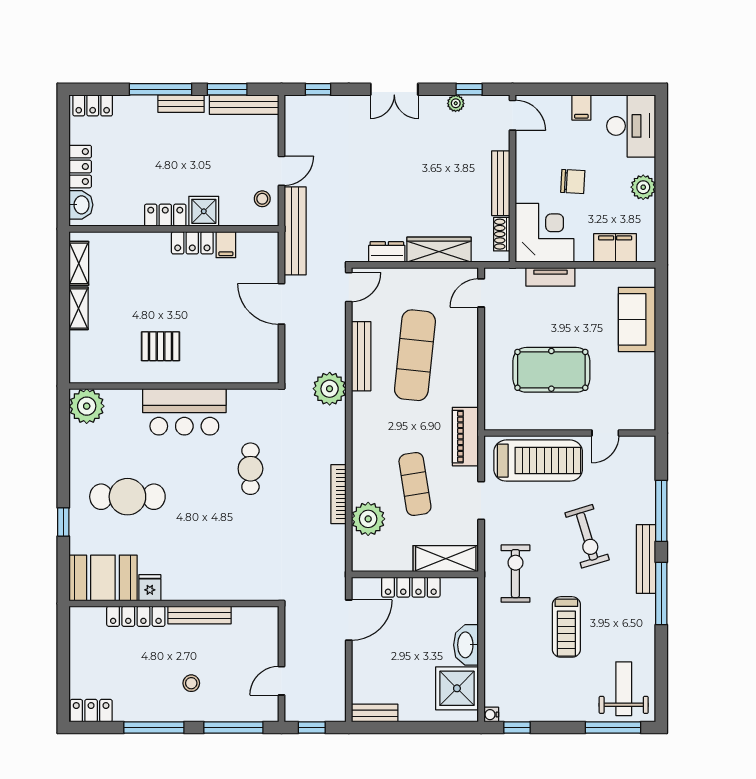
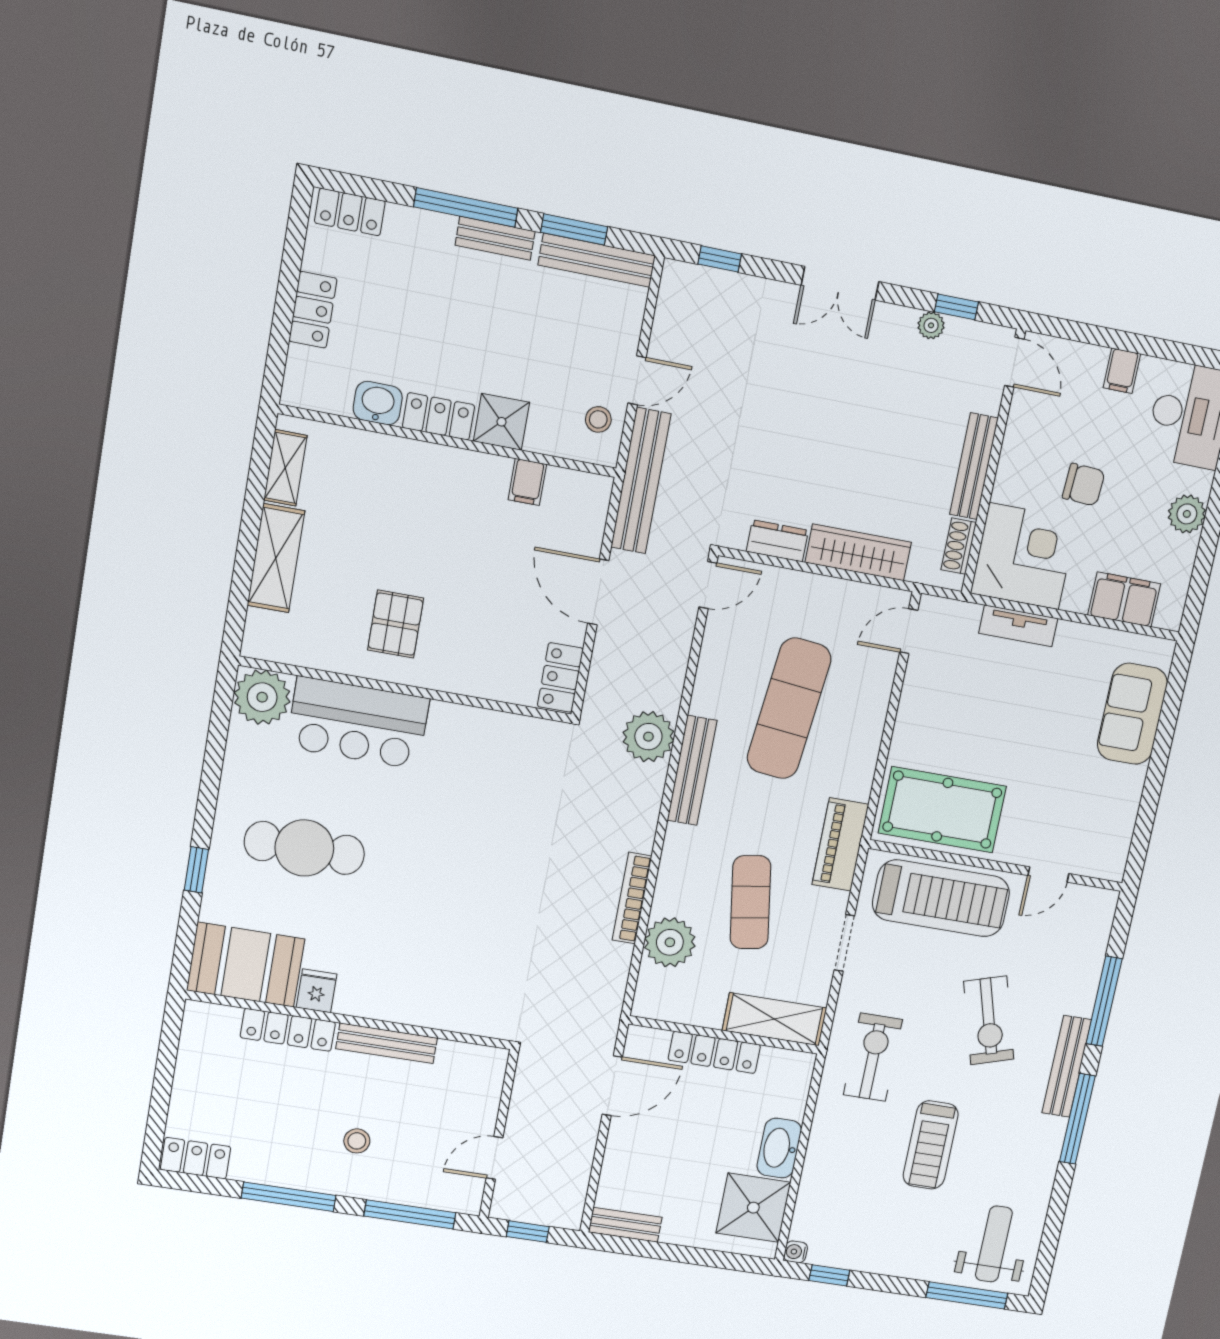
washbasin: (81, 205) -> (378, 403), moved, turned -90
locker: (192, 243) -> (560, 677), moved, turned 90
shelving: (78, 308) -> (276, 558), width x1.50, depth x1.33
pallet: (161, 346) -> (396, 624), turned 90
bench: (361, 356) -> (692, 770), moved
pool table: (551, 370) -> (942, 810), moved
bar counter: (184, 412) -> (358, 723), moved
cafe table: (250, 469) -> (504, 837), removed

